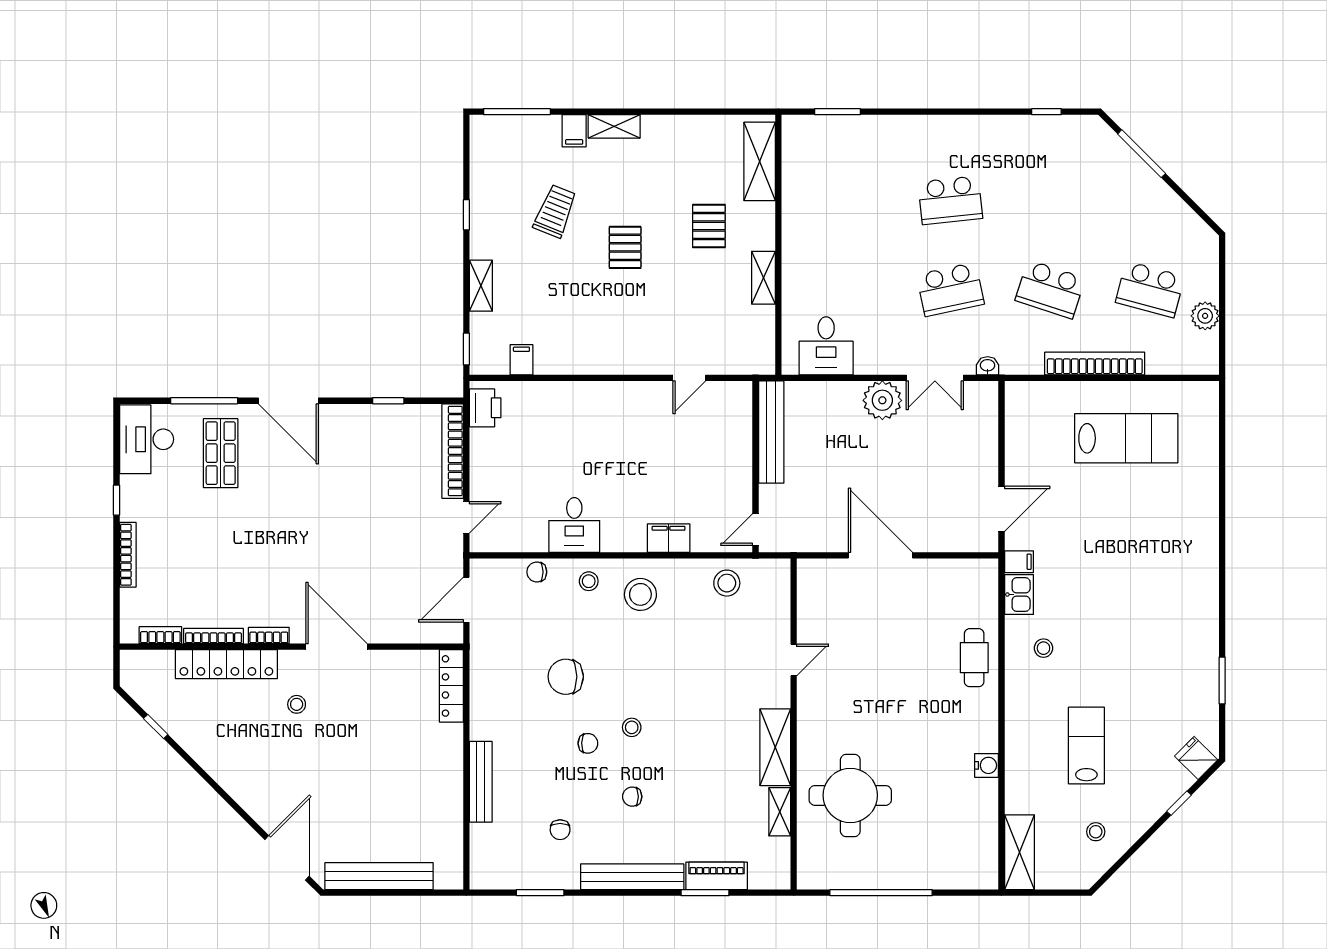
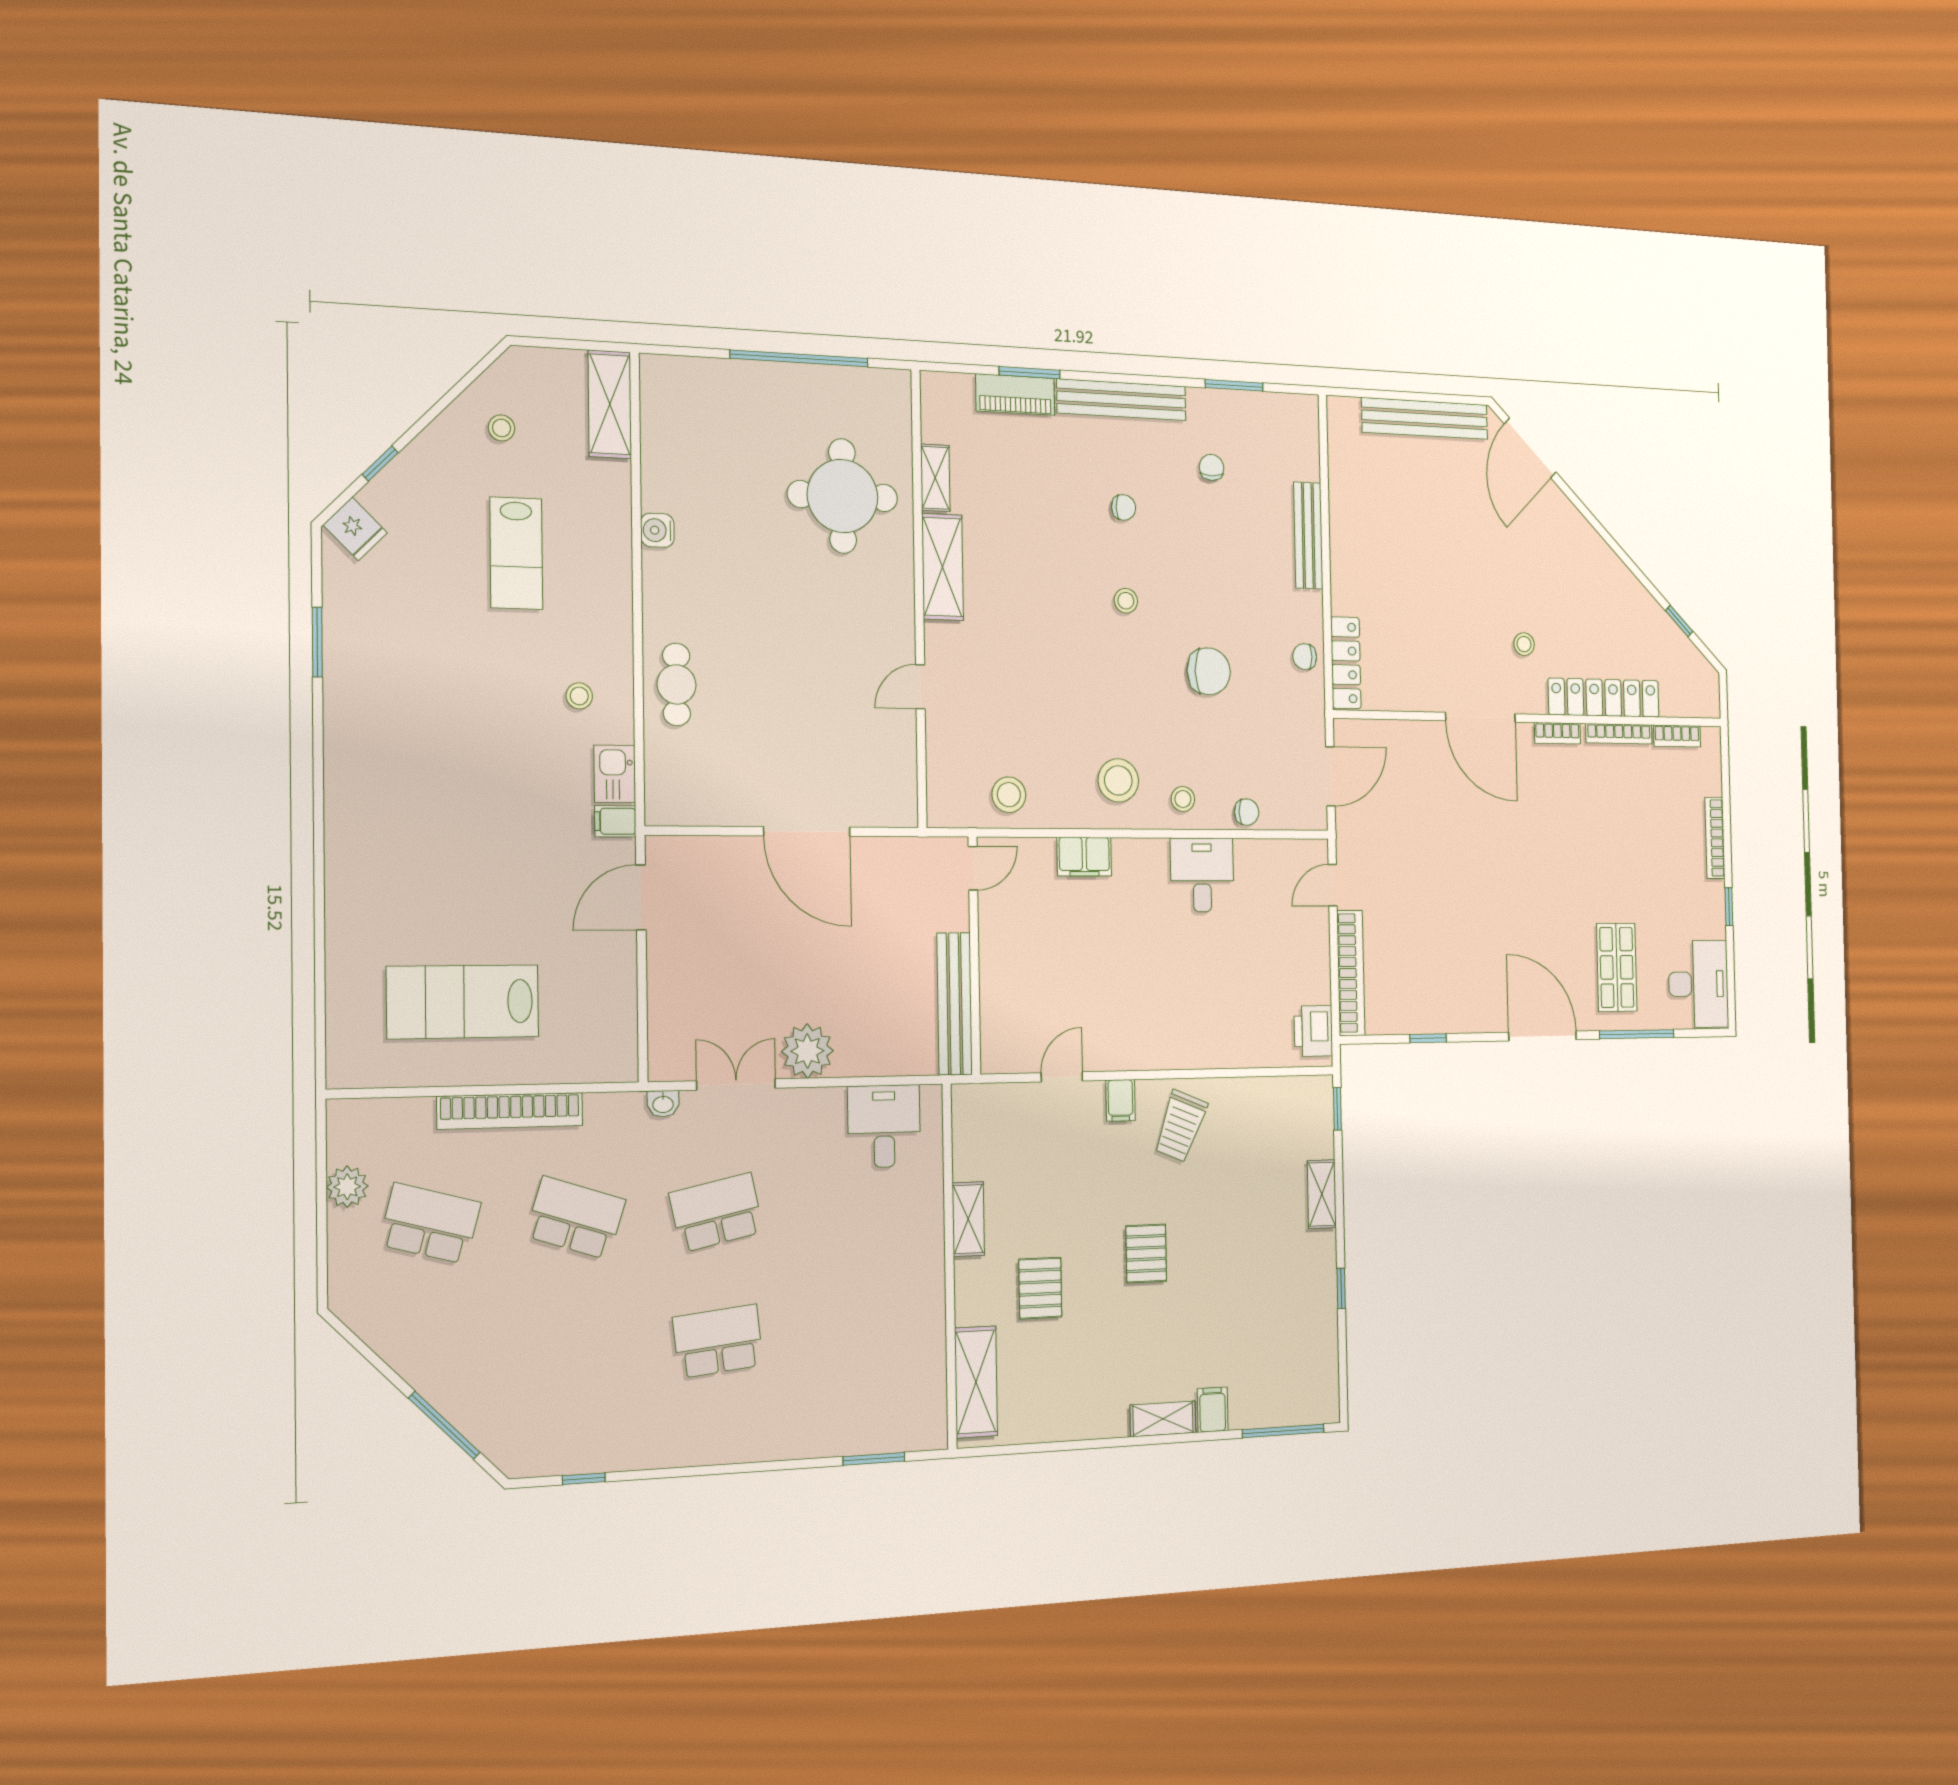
trolley: (555, 211) -> (1181, 1126), moved
filing cabinet: (521, 360) -> (1120, 1100), moved
chair: (588, 743) -> (1305, 657), moved

